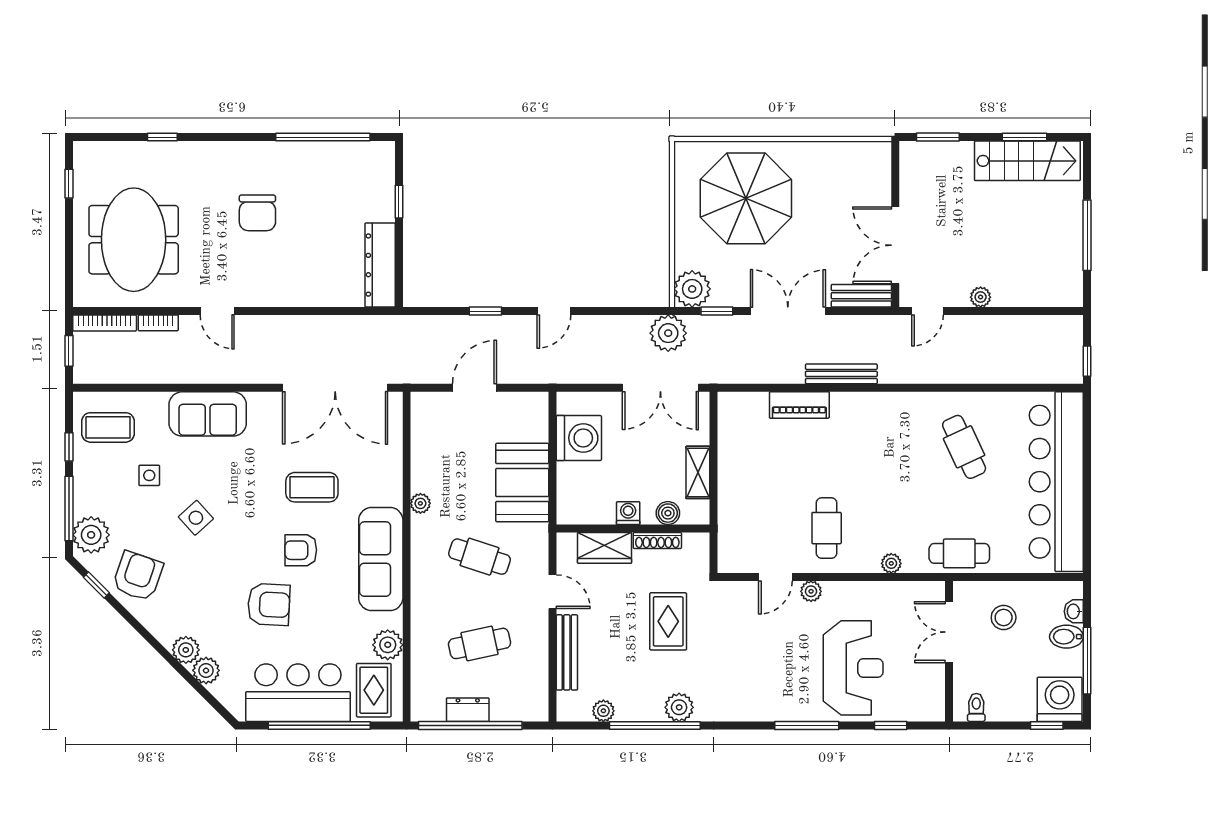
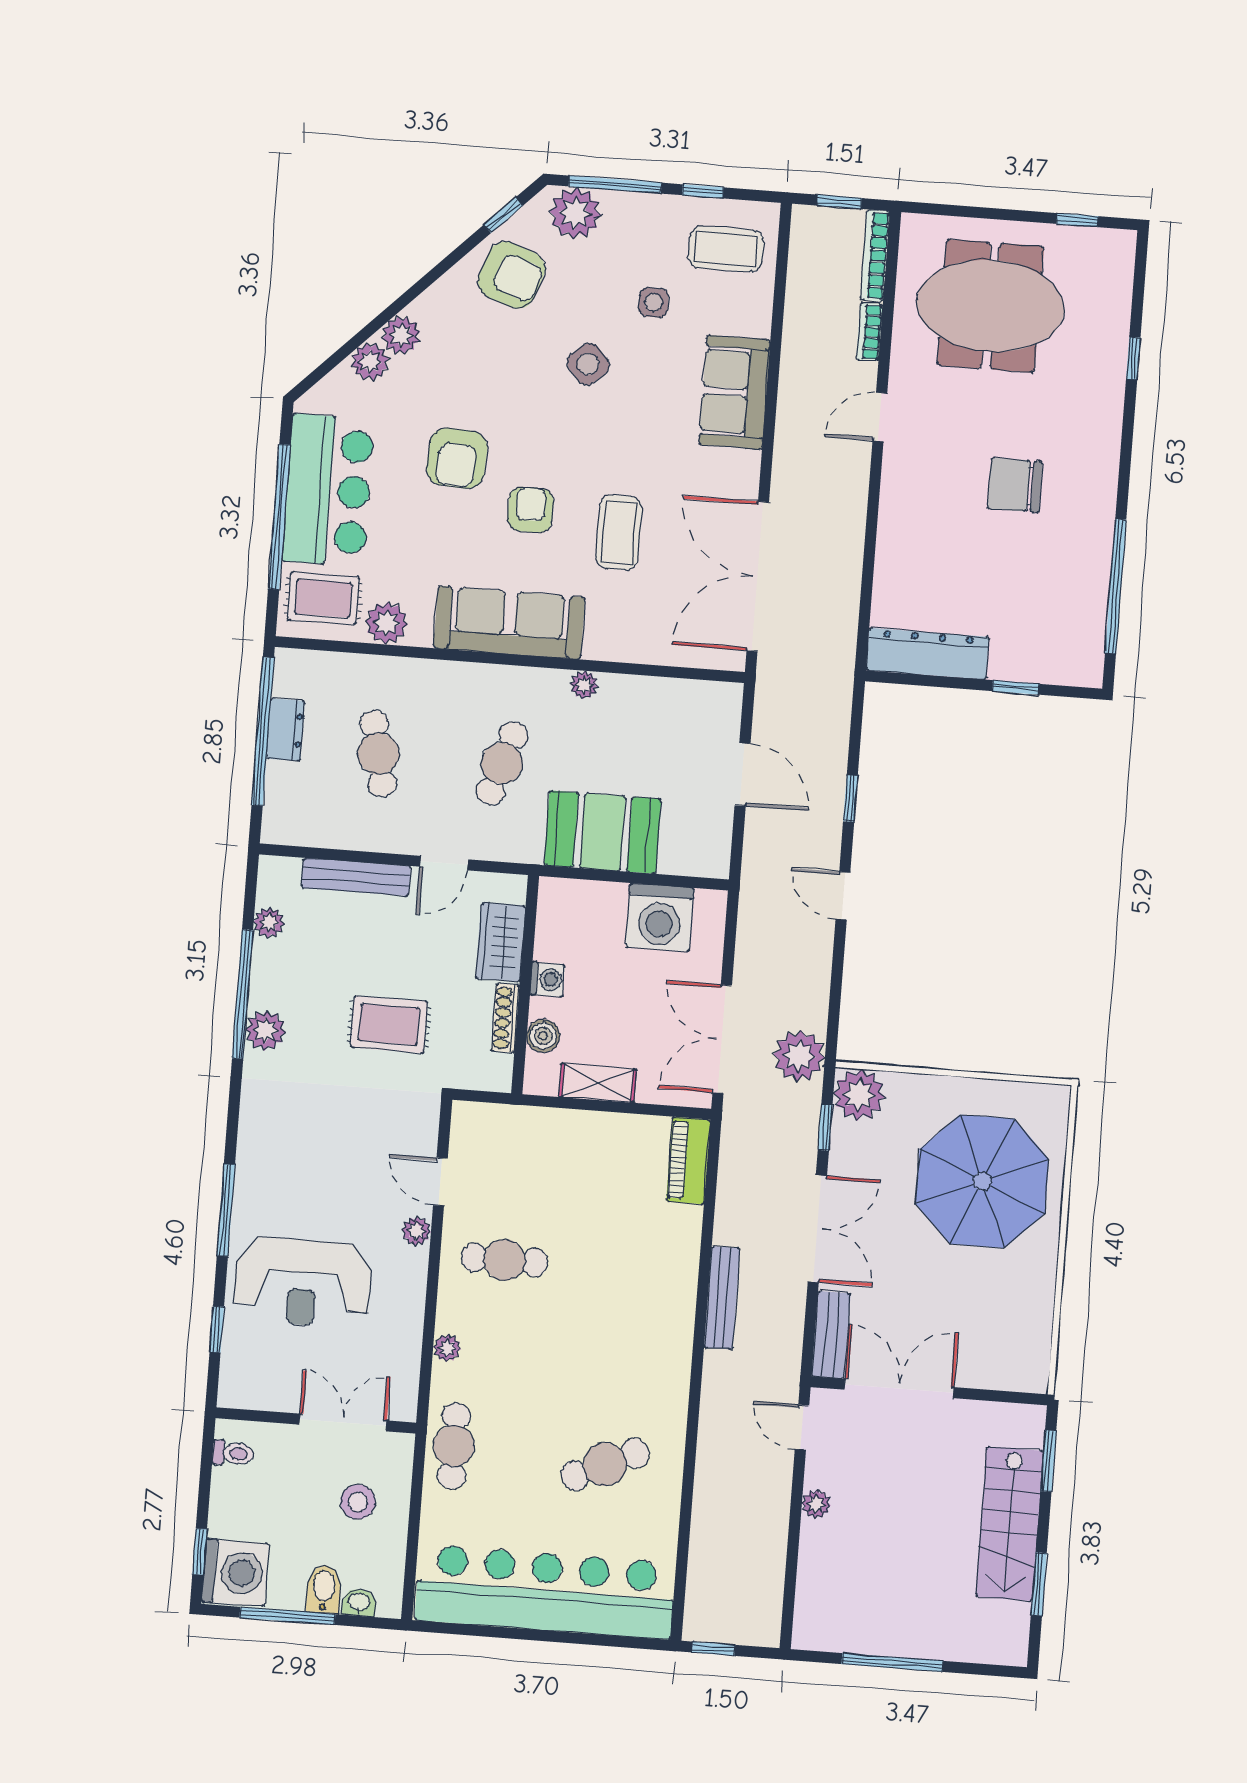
stairs: (1027, 161) -> (1010, 1524), moved
piano: (799, 405) -> (688, 1161), moved
coffee table: (108, 427) -> (726, 249), turned 90

